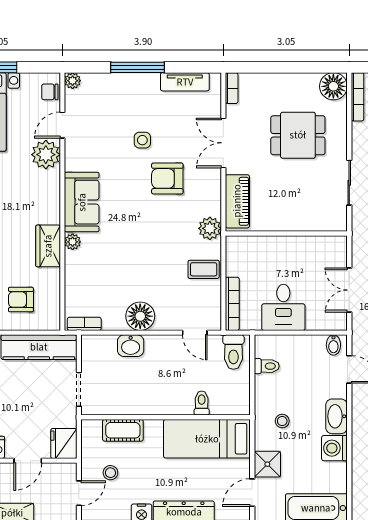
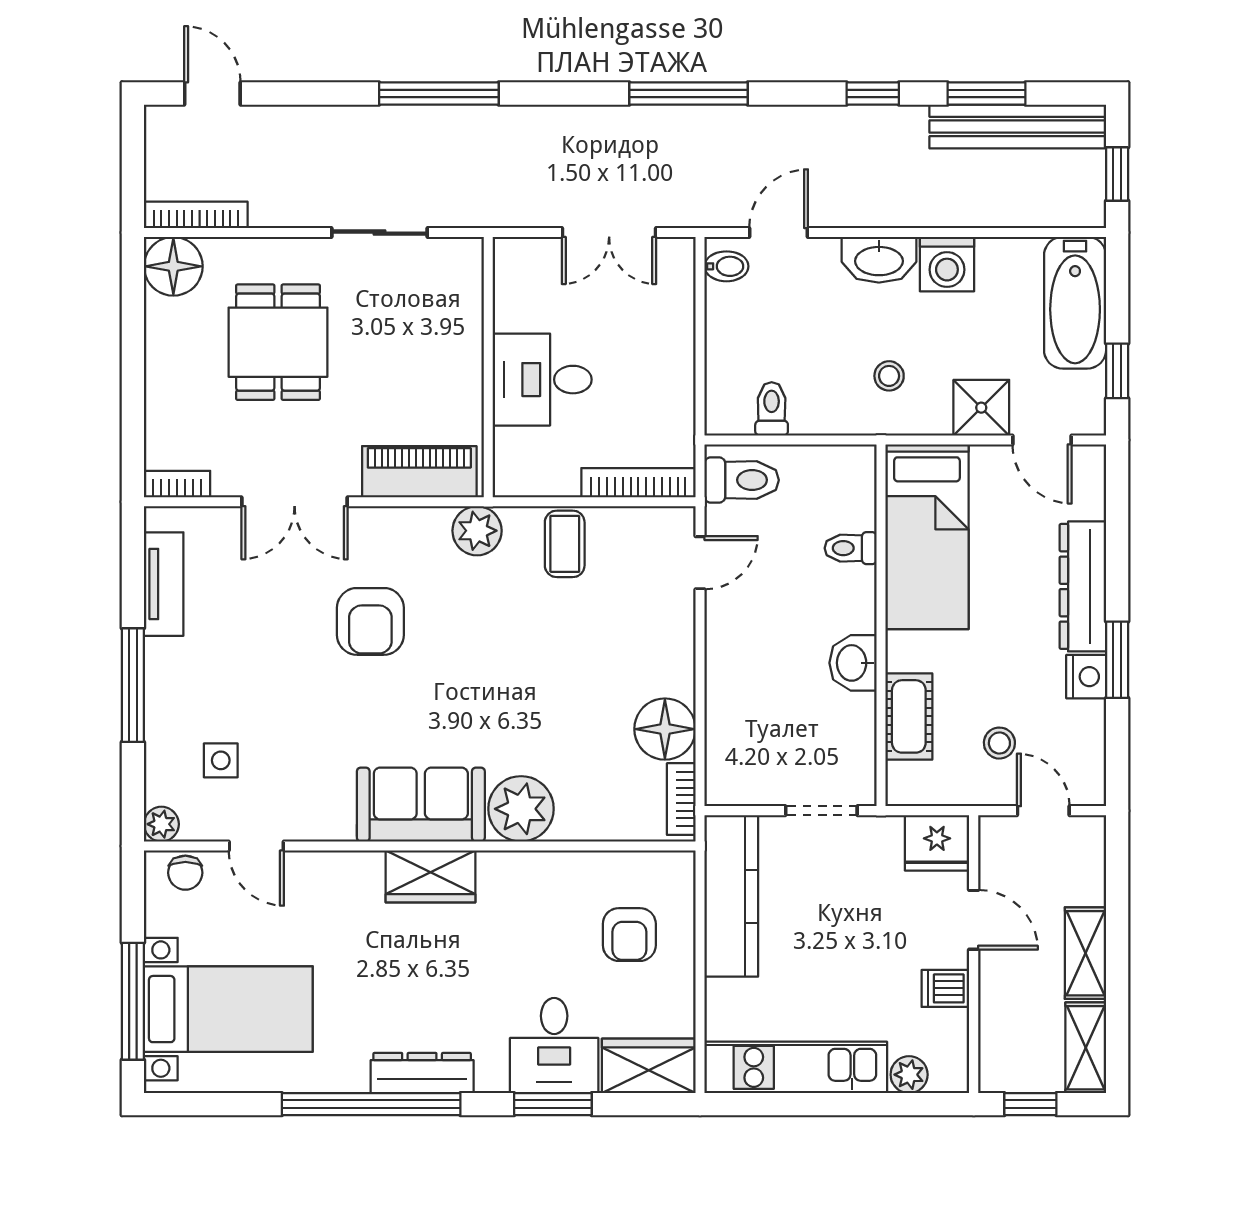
side table: (142, 140) -> (221, 760), moved
plant: (46, 155) -> (319, 881), removed
plant: (73, 242) -> (521, 809), width x1.88, depth x1.88
wardrobe: (48, 246) -> (430, 876), moved
desk: (283, 307) -> (542, 380), moved, turned 180
floor lamp: (140, 316) -> (665, 729), moved
washbasin: (131, 346) -> (853, 663), moved, turned 180

